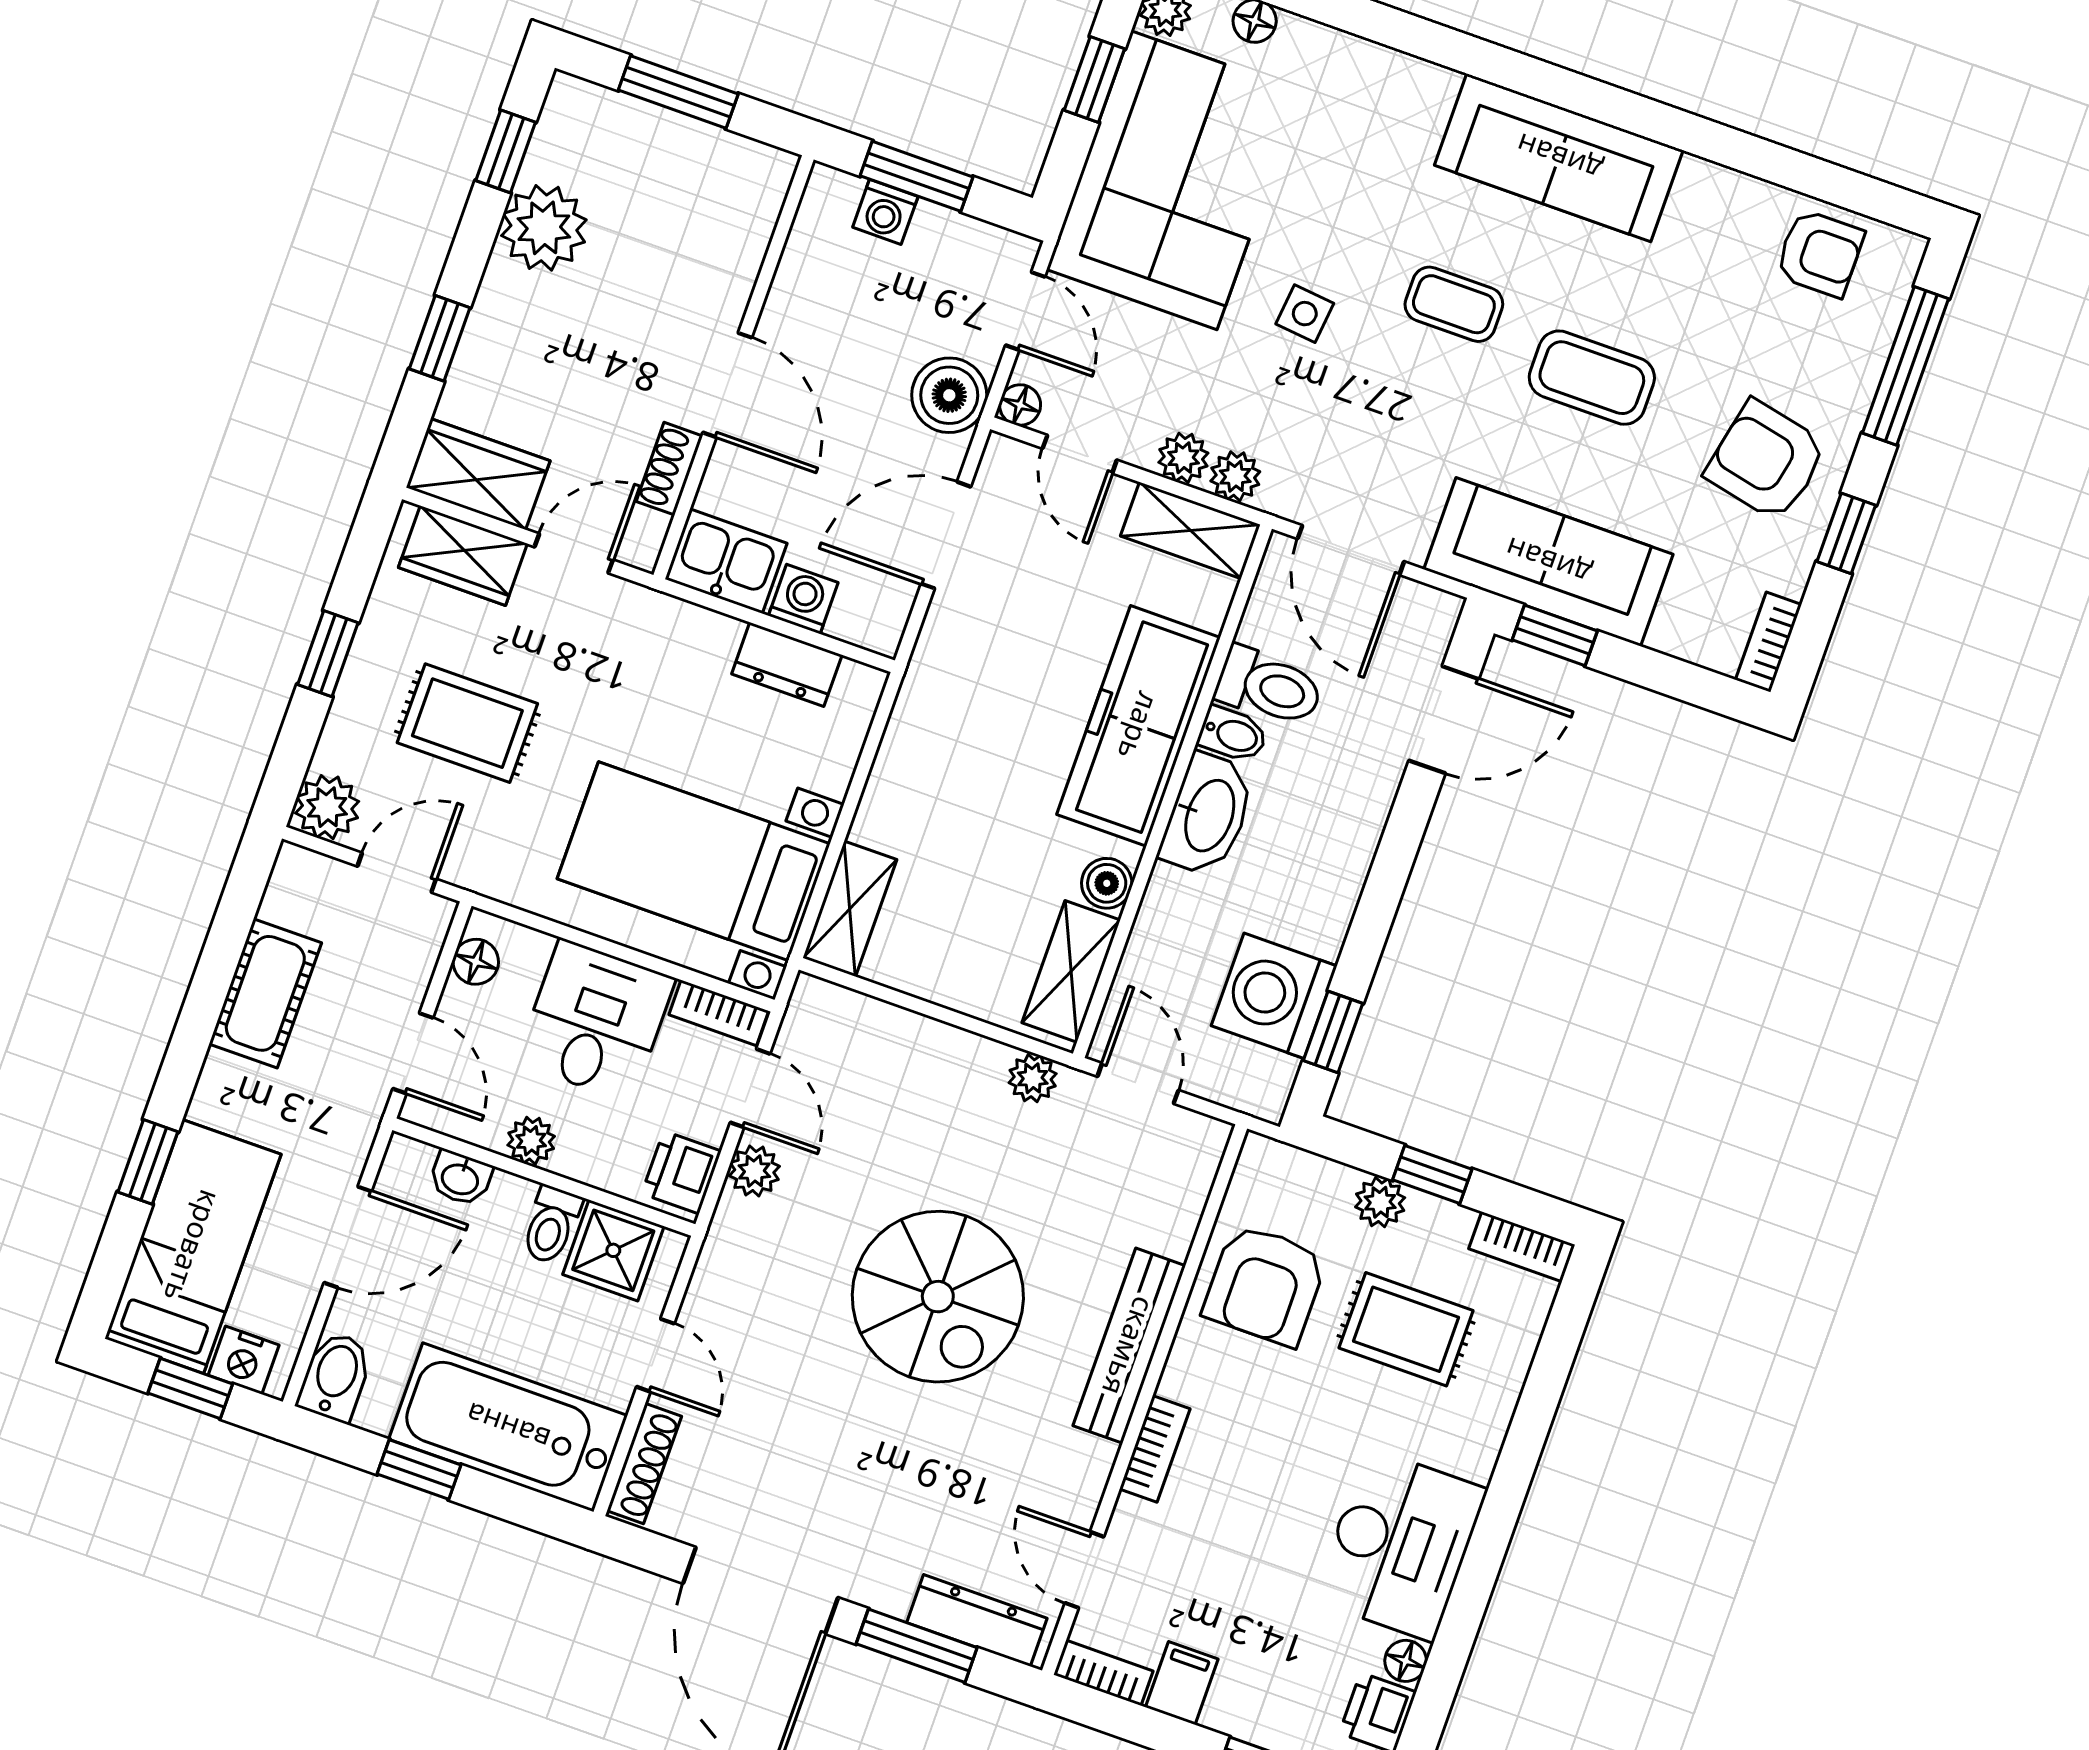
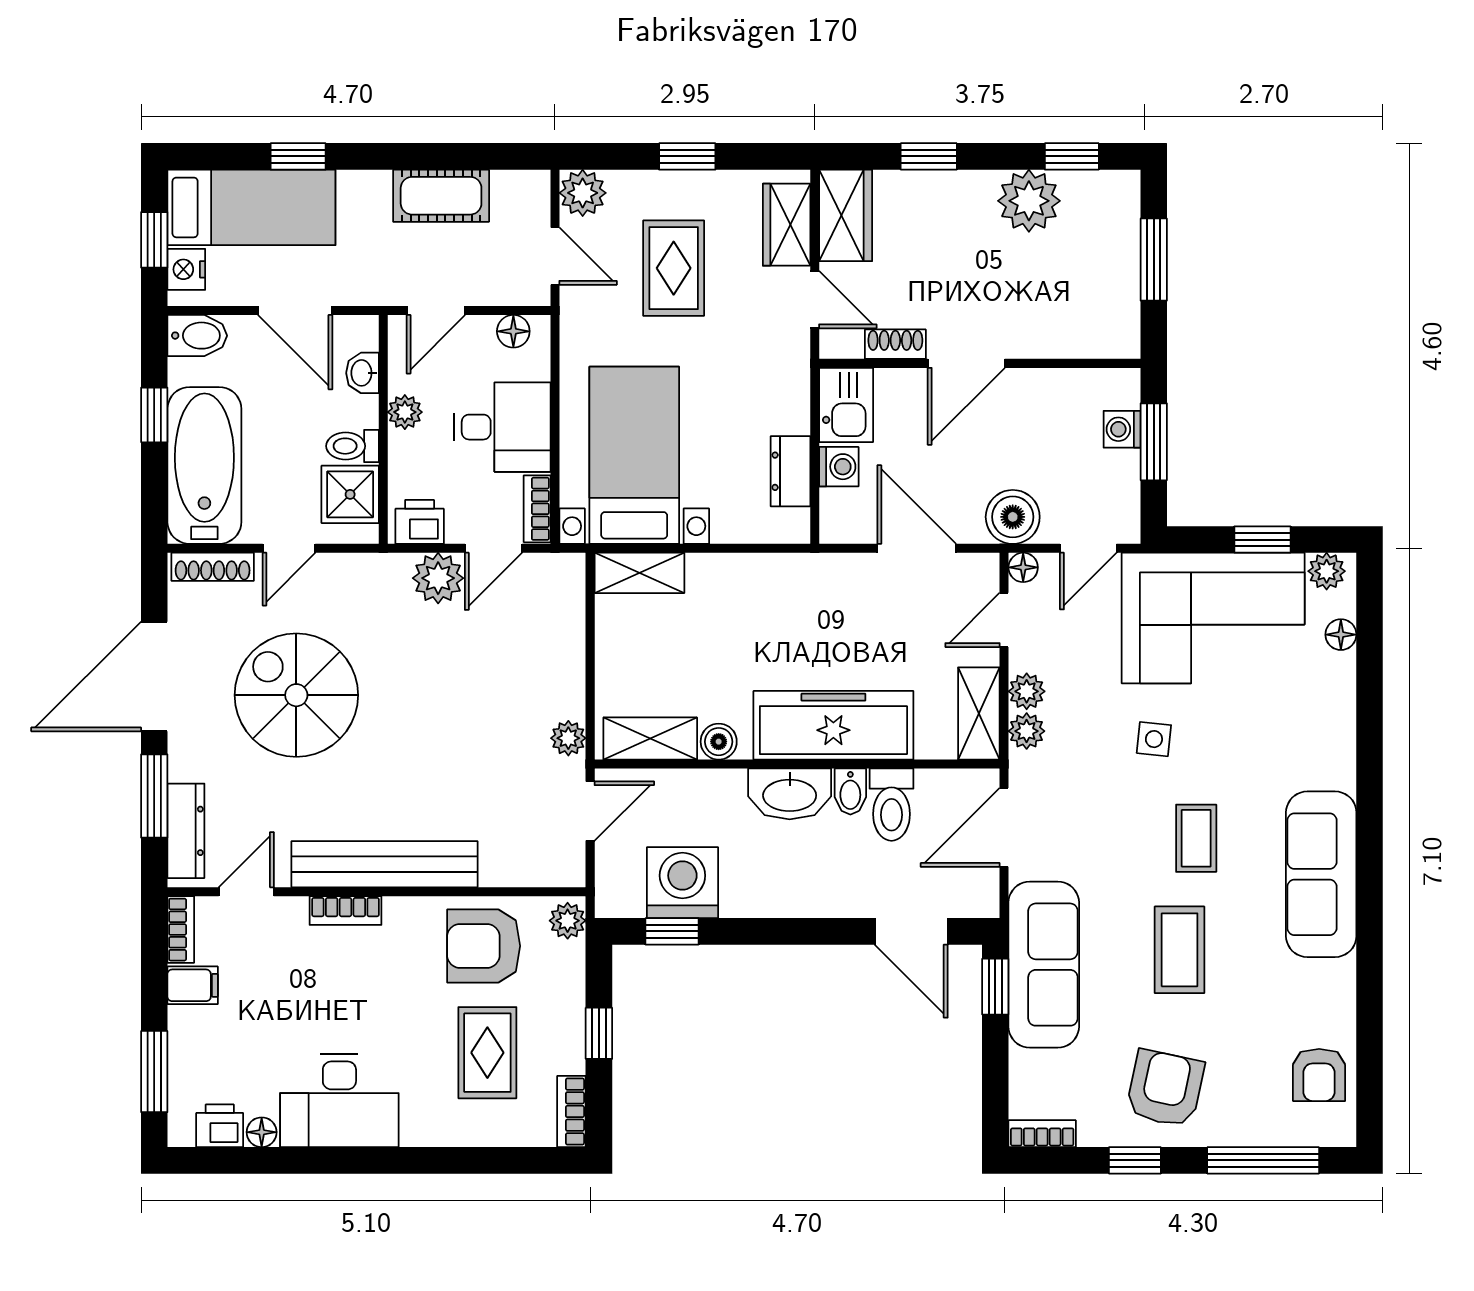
plant: (754, 1171) -> (438, 578), width x1.38, depth x1.38
plant: (1380, 1202) -> (568, 921), moved
spiral stairs: (938, 1297) -> (296, 695), moved, turned 90
bench: (1129, 1346) -> (385, 864), width x1.37, depth x1.21

